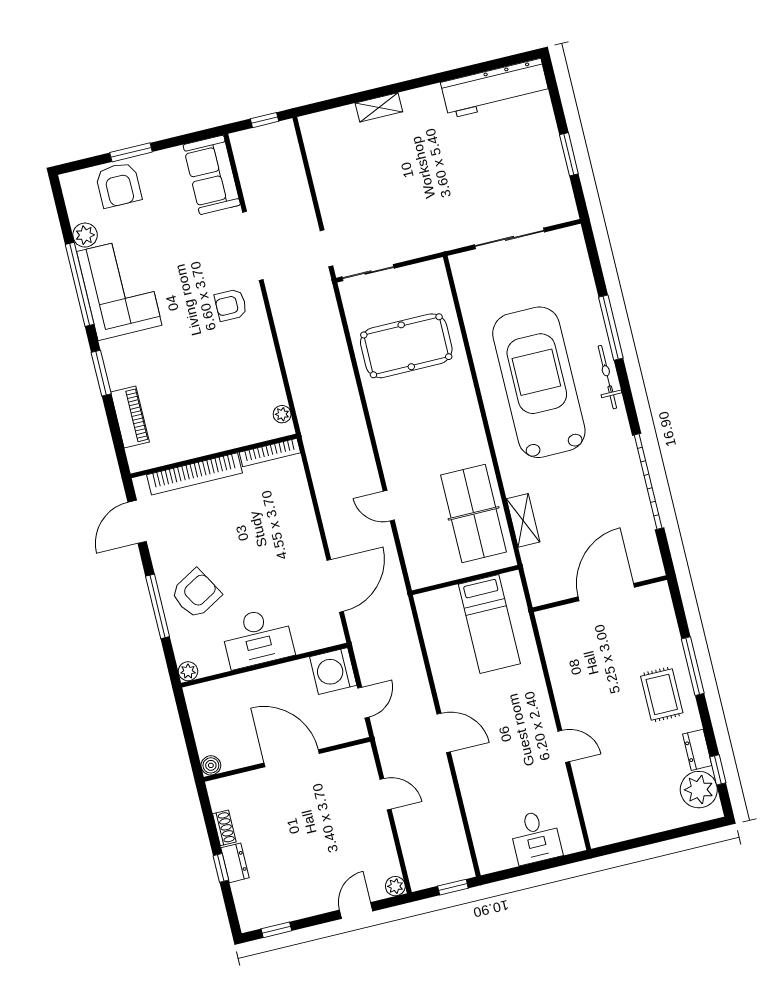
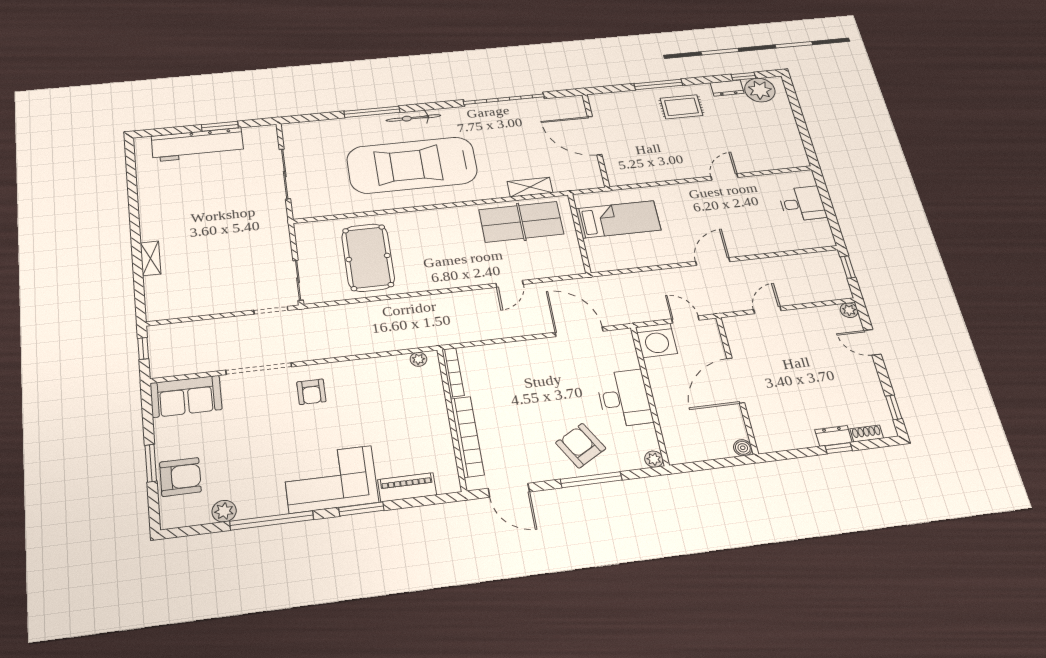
workbench: (495, 88) -> (197, 145), moved, turned 90
corner sofa: (119, 288) -> (330, 479), moved
shoe rack: (224, 828) -> (867, 434), moved

